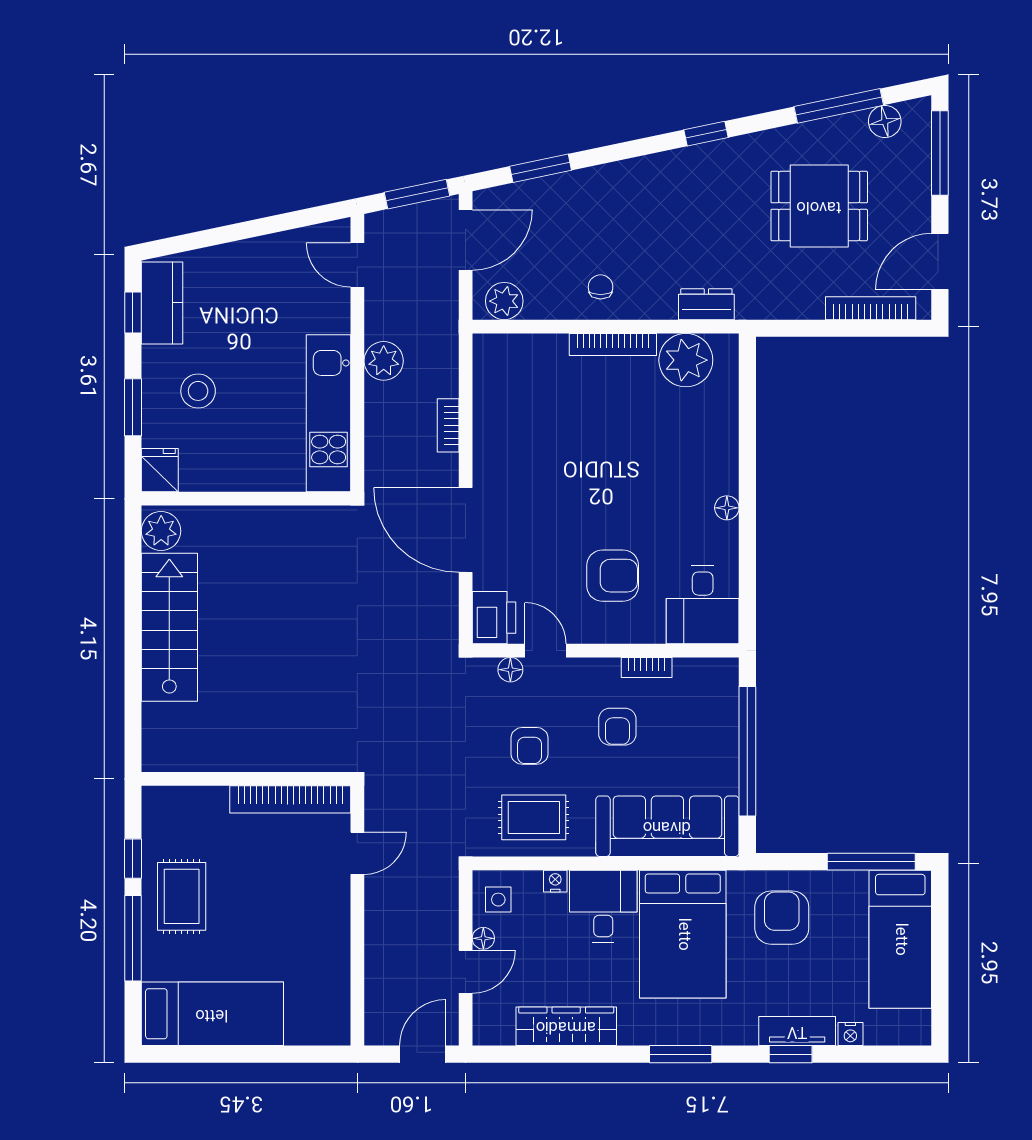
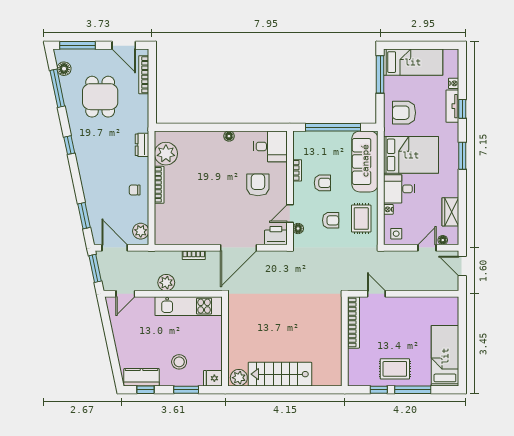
floor lamp: (483, 938) -> (443, 240), moved
door: (466, 972) -> (427, 248), hinge flipped
wardrobe: (566, 1026) -> (450, 212), width x0.67

